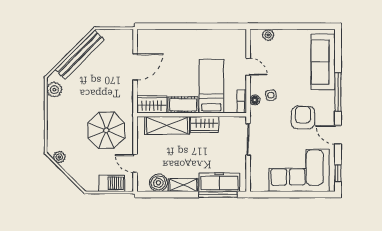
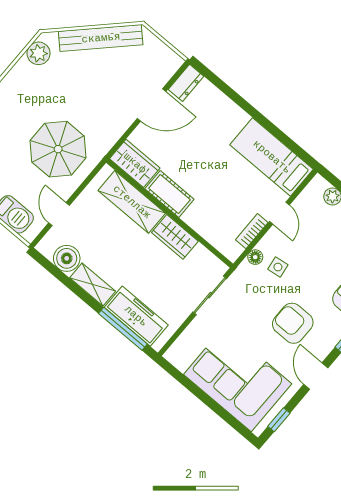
dresser: (143, 40) -> (186, 83), added
bed: (211, 86) -> (272, 157), moved, turned -90
bookcase: (242, 101) -> (252, 231), moved
armchair: (303, 118) -> (293, 323), turned -90

